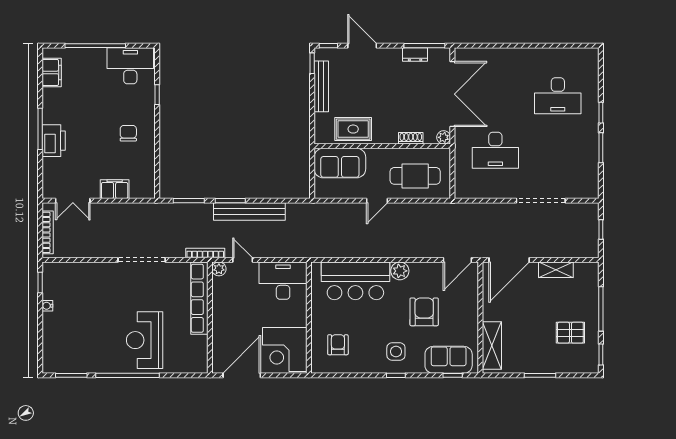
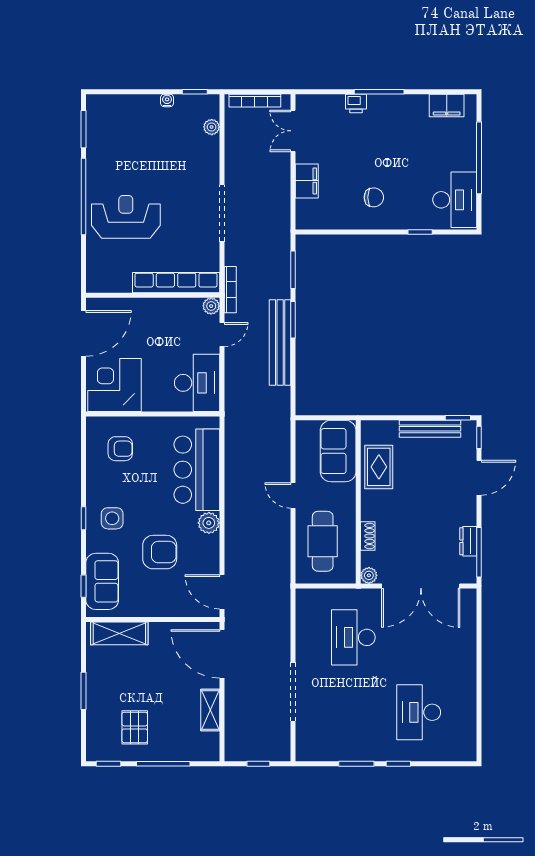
printer: (54, 141) -> (356, 103), width x0.53, depth x0.68
plant: (70, 269) -> (212, 127), added
door: (242, 375) -> (84, 333), hinge flipped

